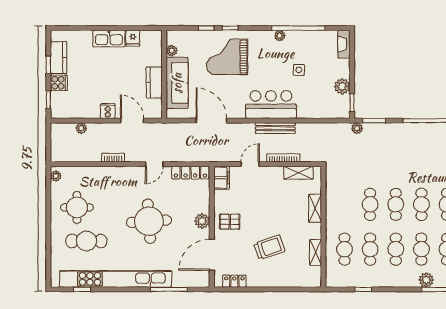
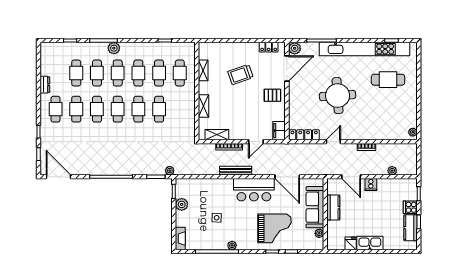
bar counter: (271, 105) -> (254, 190), moved
round table: (77, 207) -> (396, 107), removed
plant: (202, 221) -> (295, 48), moved

